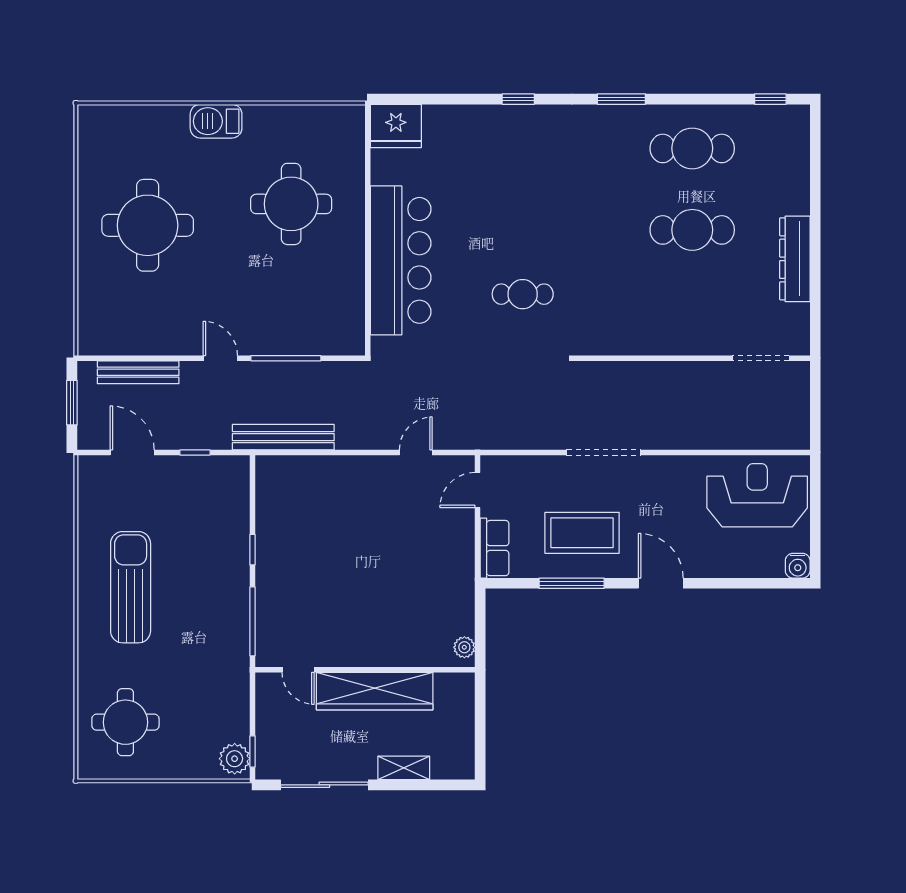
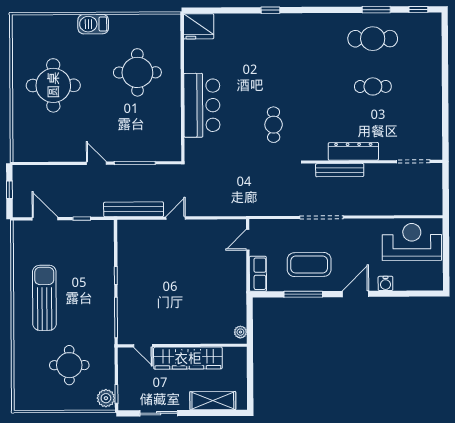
window: (621, 99) -> (376, 10), moved
cafe table: (692, 230) -> (373, 86), width x0.73, depth x0.74
dresser: (795, 259) -> (353, 151), moved, turned 90
bar counter: (401, 260) -> (202, 105), width x0.73
cafe table: (523, 294) -> (274, 125), turned 90
bench: (138, 372) -> (340, 170), moved
window: (72, 403) -> (9, 190), width x0.67
door: (416, 452) -> (176, 218), moved
water cooler: (798, 566) -> (385, 283), moved
door: (661, 583) -> (356, 294), hinge flipped
round table: (125, 722) -> (69, 365), moved
shelving: (404, 768) -> (213, 401), width x1.50, depth x1.33
sliding door: (324, 785) -> (159, 413), width x0.73

